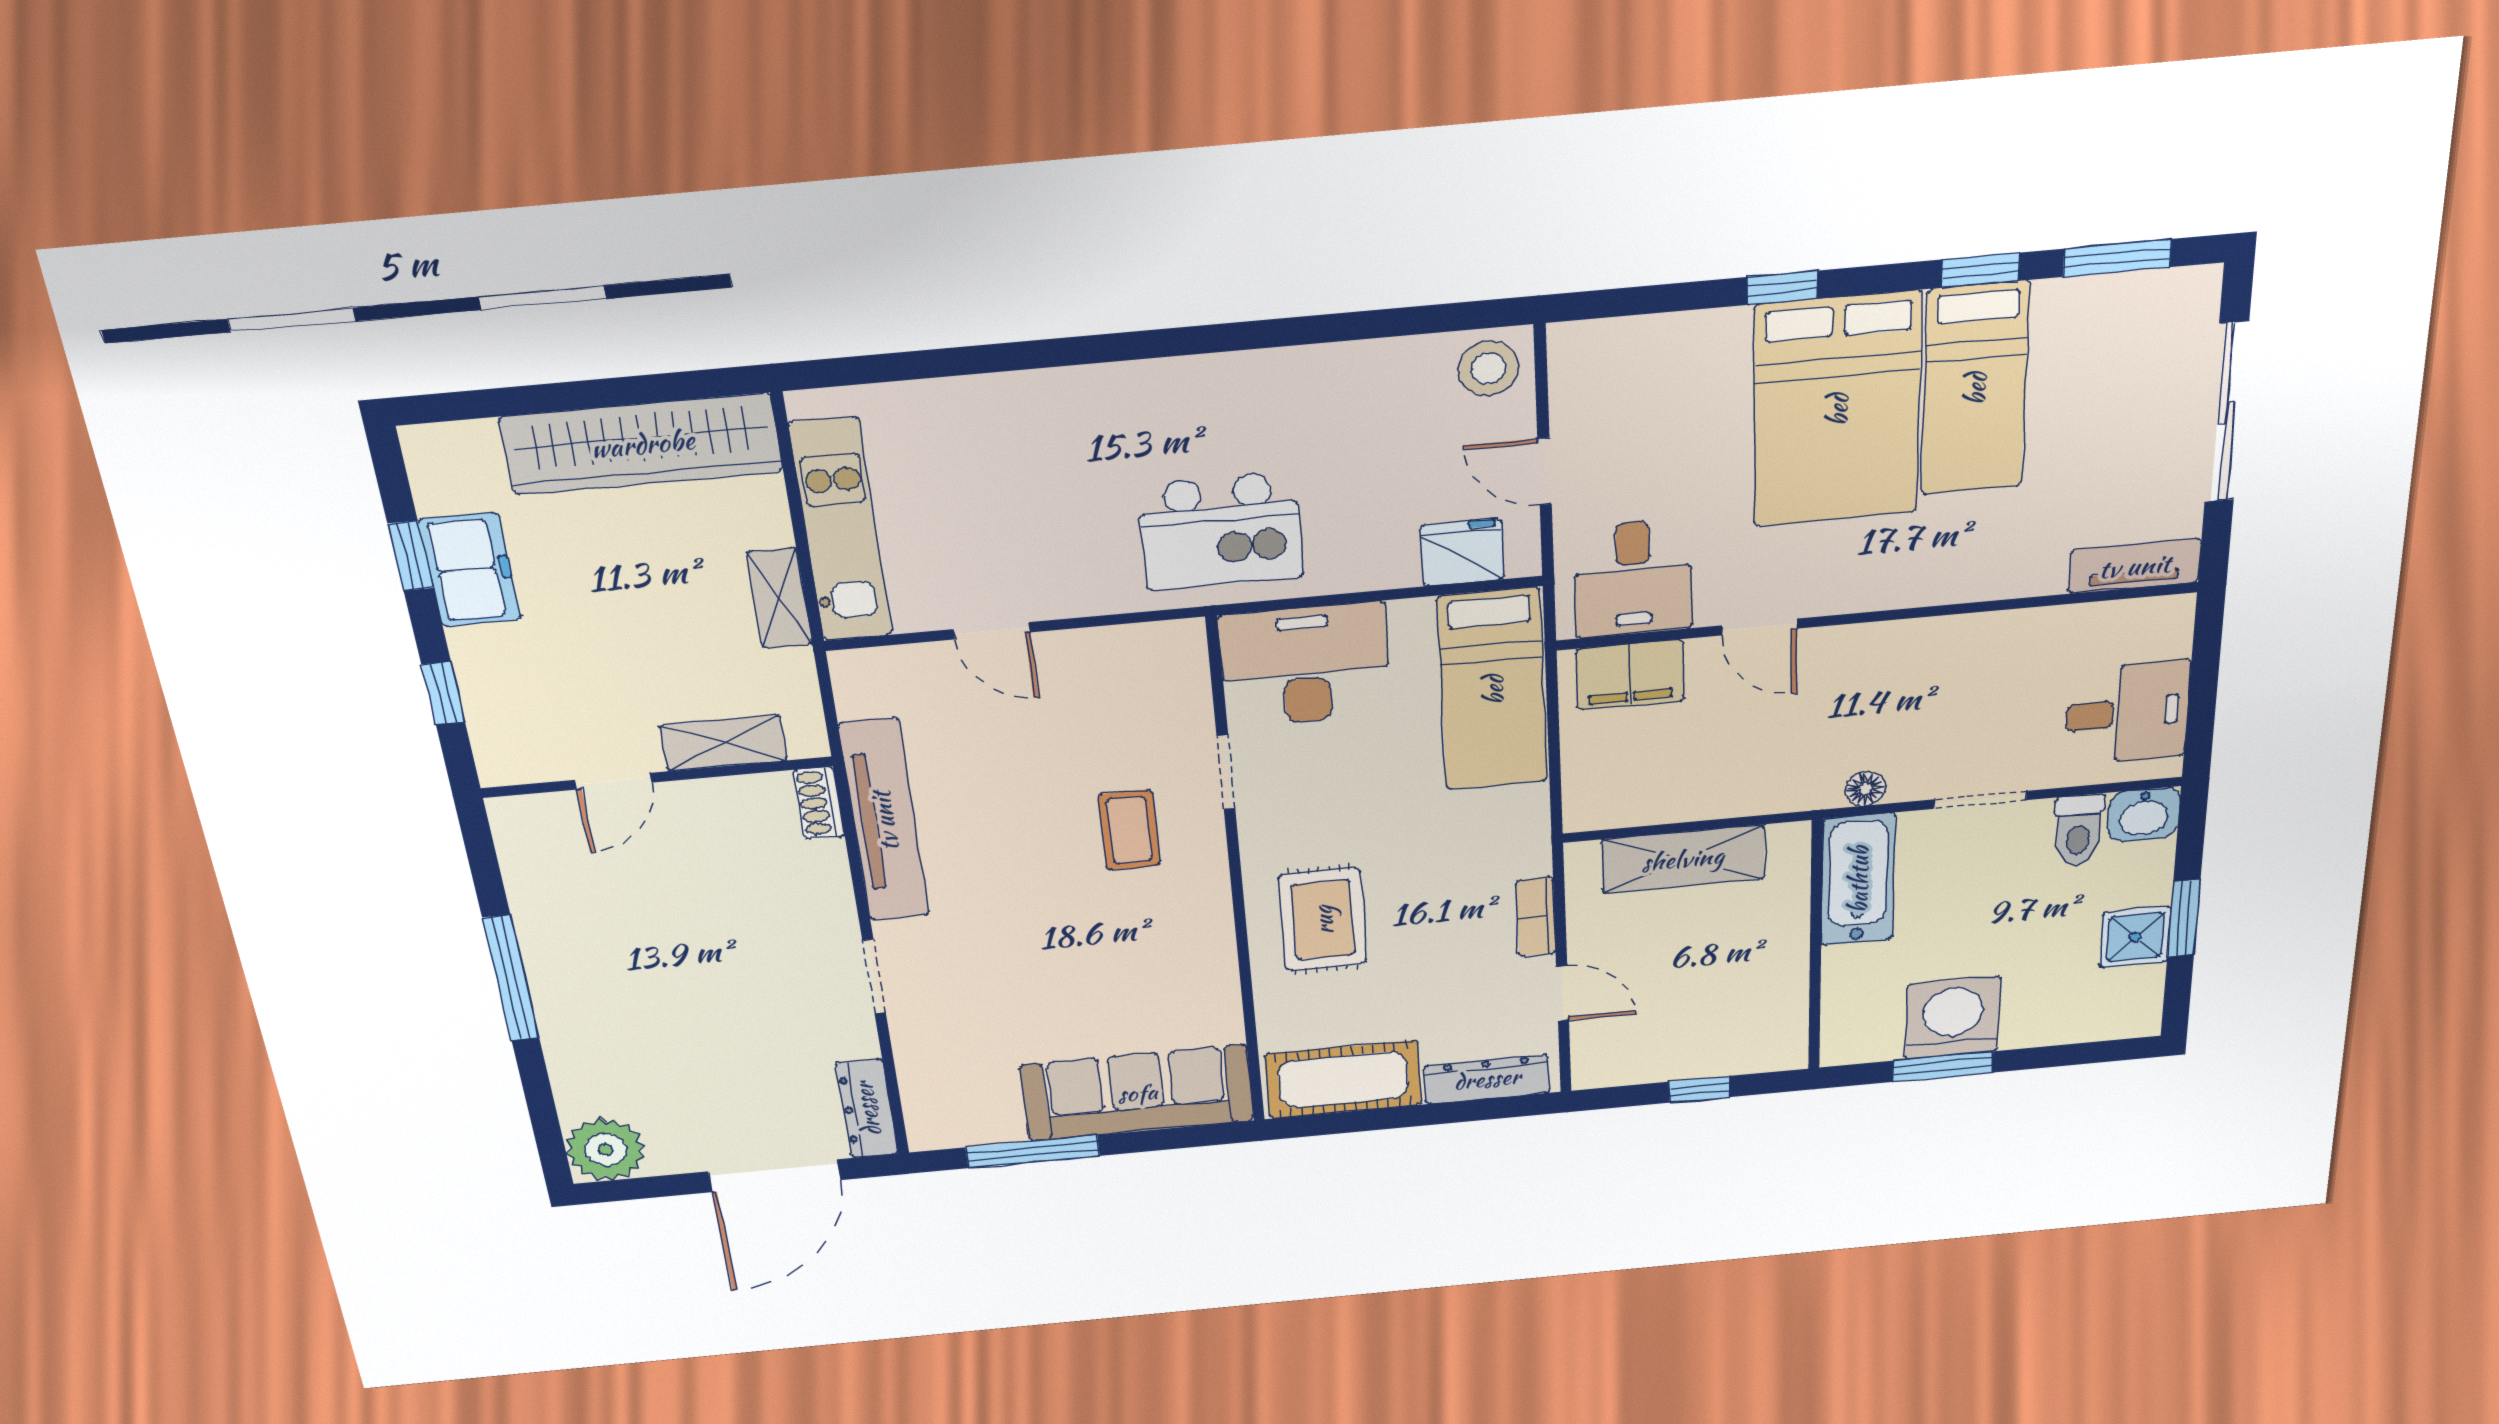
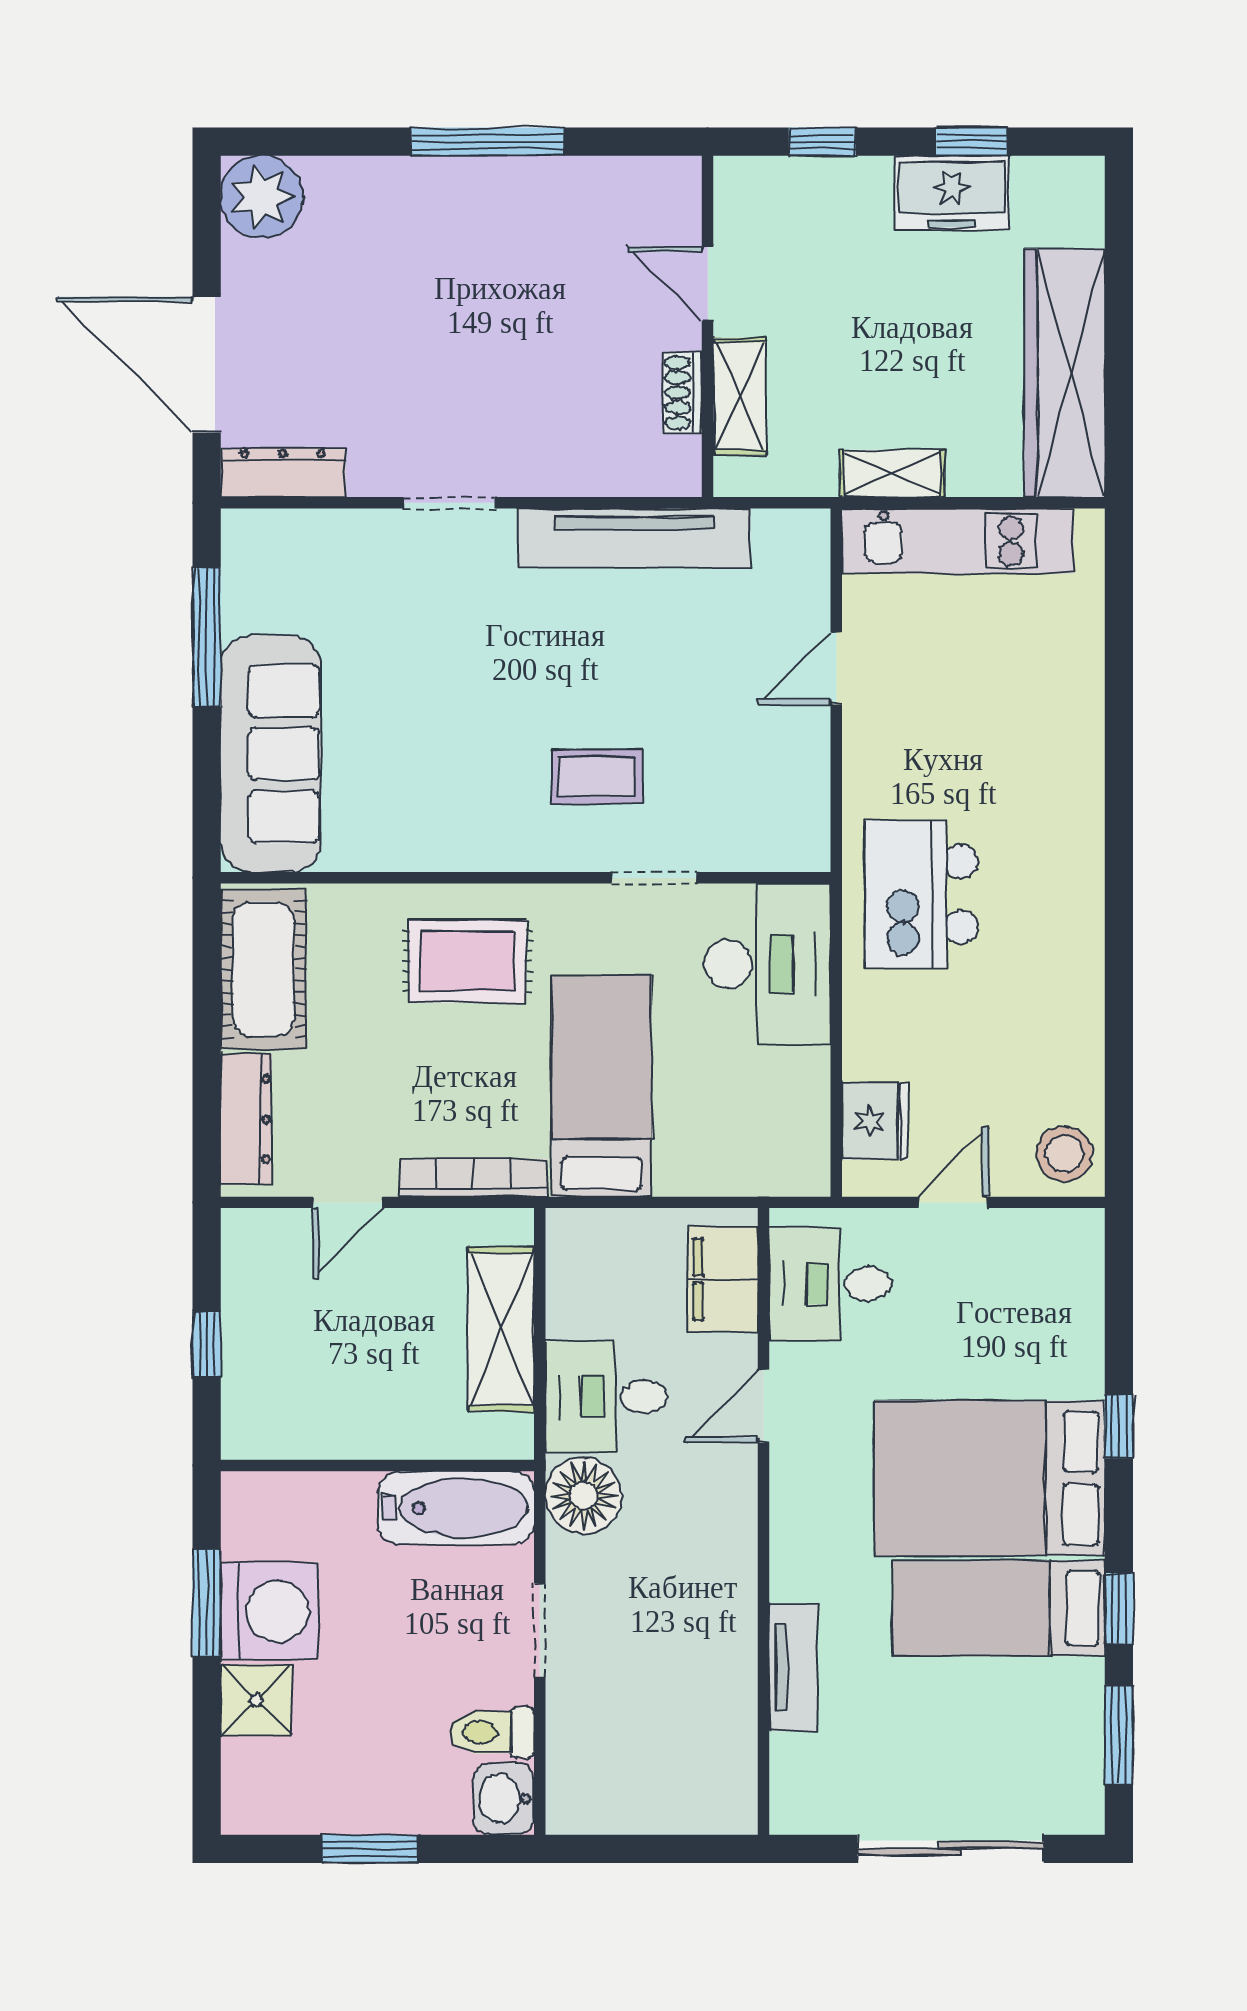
tv unit: (2135, 566) -> (793, 1667), moved
bed: (1493, 690) -> (602, 1086), moved, turned 90
desk: (2127, 713) -> (606, 1397), moved, turned 90
floor lamp: (1865, 789) -> (583, 1496), width x1.89, depth x1.89
shoe rack: (819, 803) -> (682, 393), moved, turned -90
bookcase: (1536, 917) -> (473, 1178), width x1.56
shower: (2135, 937) -> (256, 1700), moved

